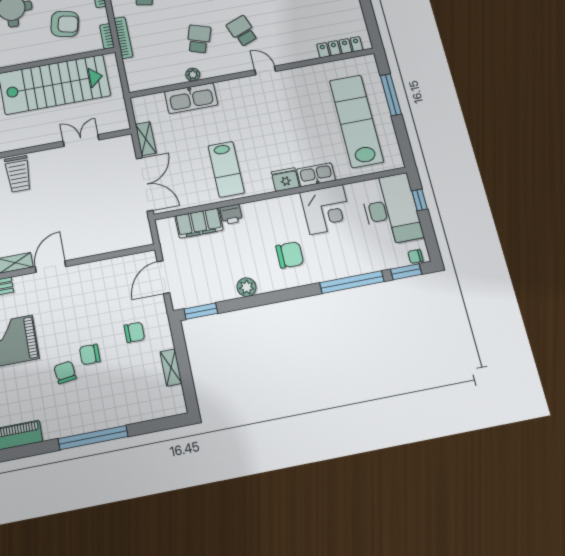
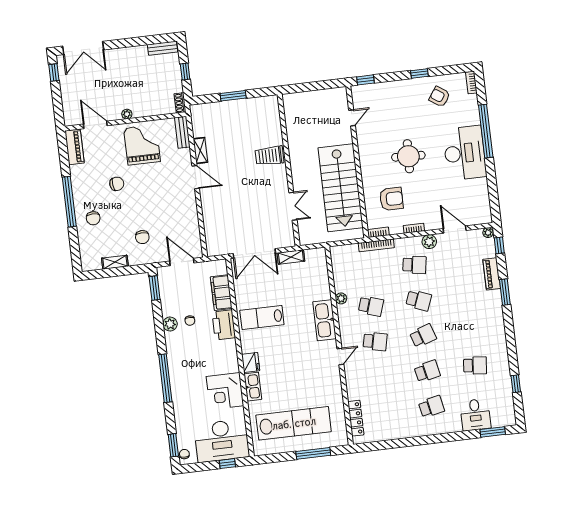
armchair: (65, 24) -> (391, 199), turned -103
school desk: (242, 31) -> (375, 341), turned 33
kitchen sink: (191, 98) -> (324, 320), moved
printer: (231, 214) -> (224, 325), width x1.87, depth x1.48
chair: (290, 255) -> (190, 321), moved, width x0.54, depth x0.54
window: (352, 282) -> (165, 378), moved
chair: (90, 354) -> (93, 218), moved, turned 180

